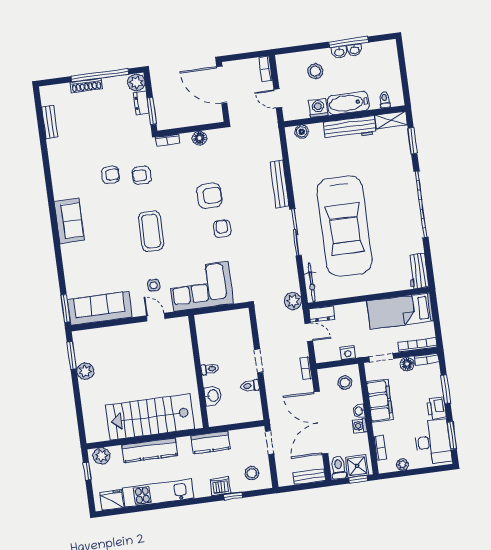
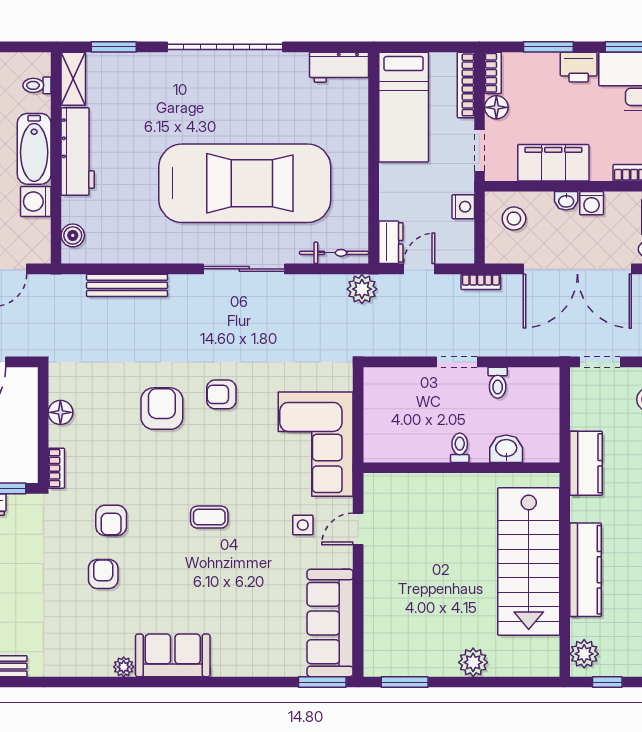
bench: (280, 184) -> (127, 285), moved
plant: (59, 194) -> (124, 667), added
coffee table: (151, 231) -> (209, 517), width x0.54, depth x0.58
plant: (85, 371) -> (473, 662), moved

